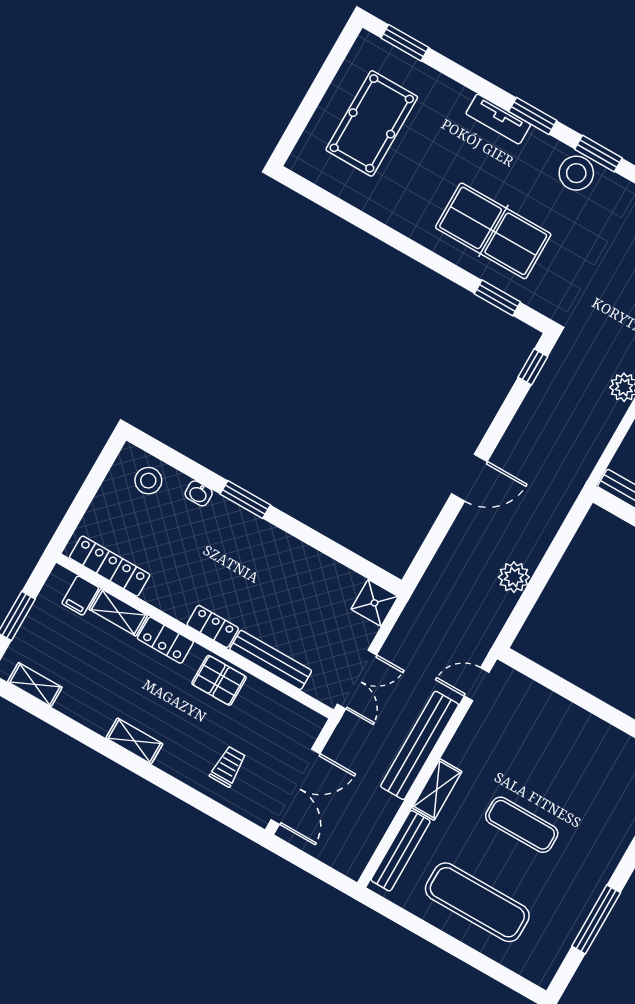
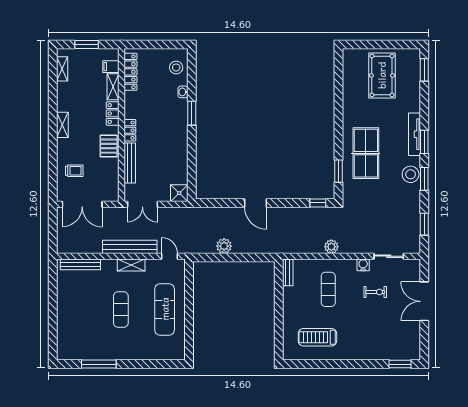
tv unit: (498, 119) -> (415, 134), width x1.41
pool table: (372, 123) -> (382, 75), turned 90
shelving: (437, 790) -> (131, 265), moved
exercise mat: (477, 902) -> (165, 309), moved

